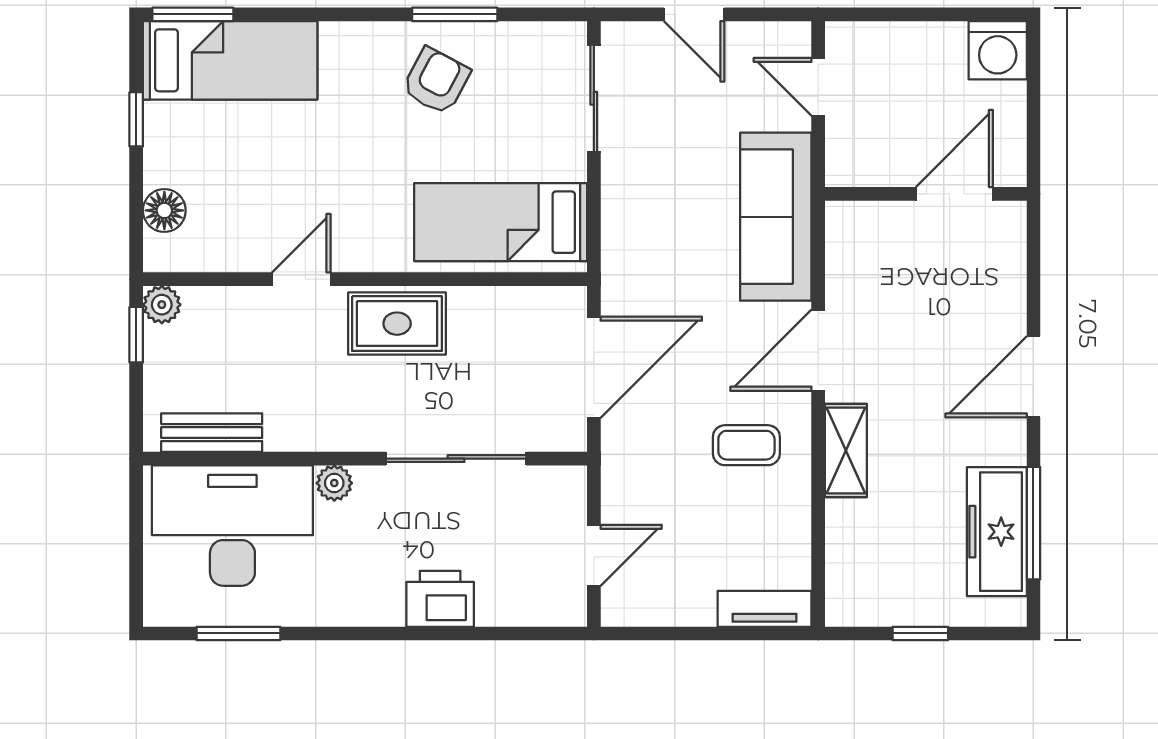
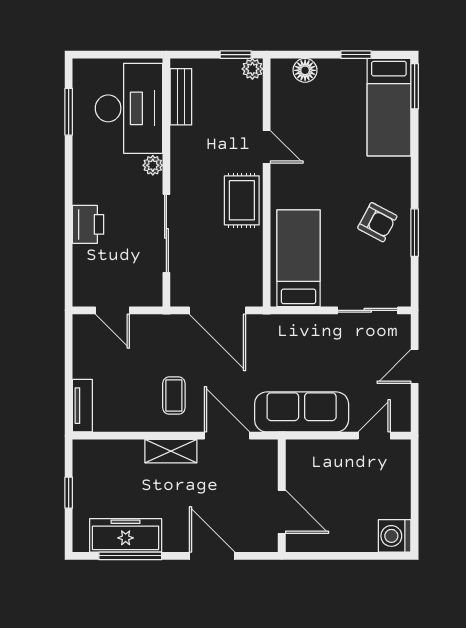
wall: (926, 194) -> (282, 496), moved
door: (954, 194) -> (282, 512), moved

